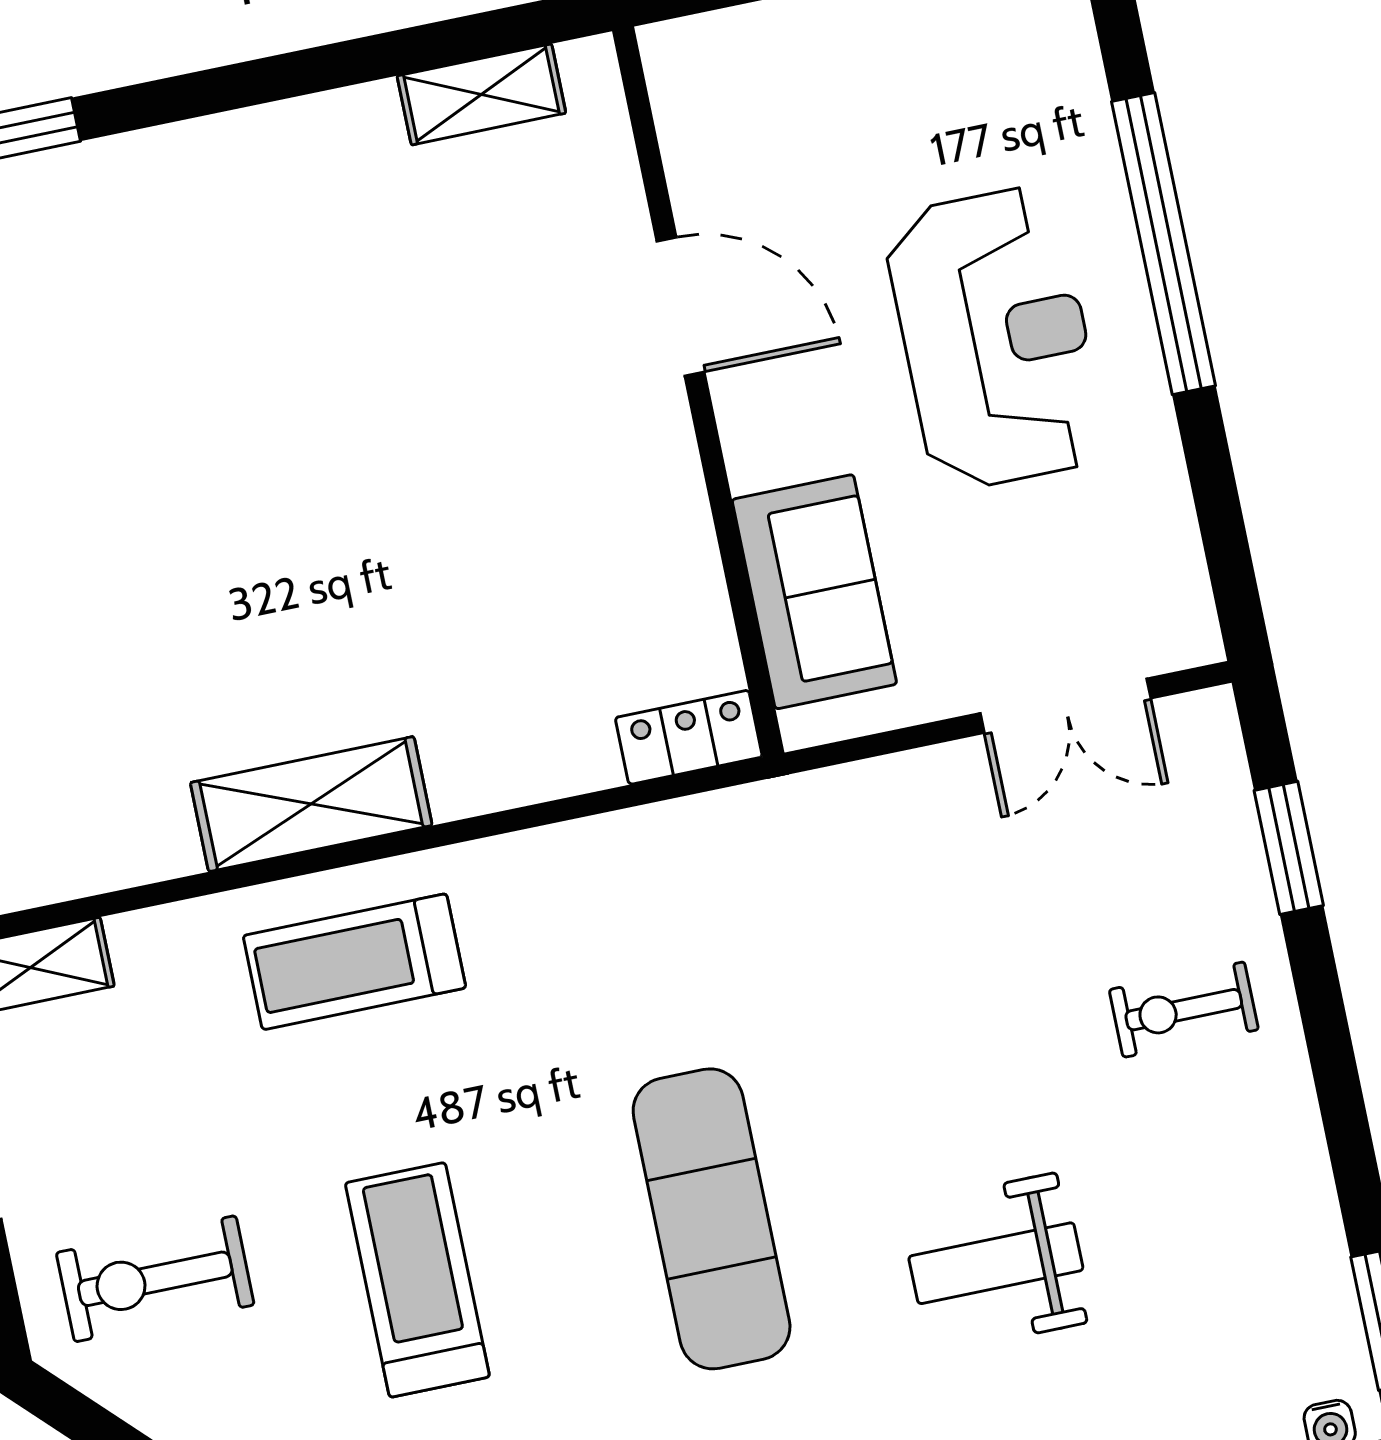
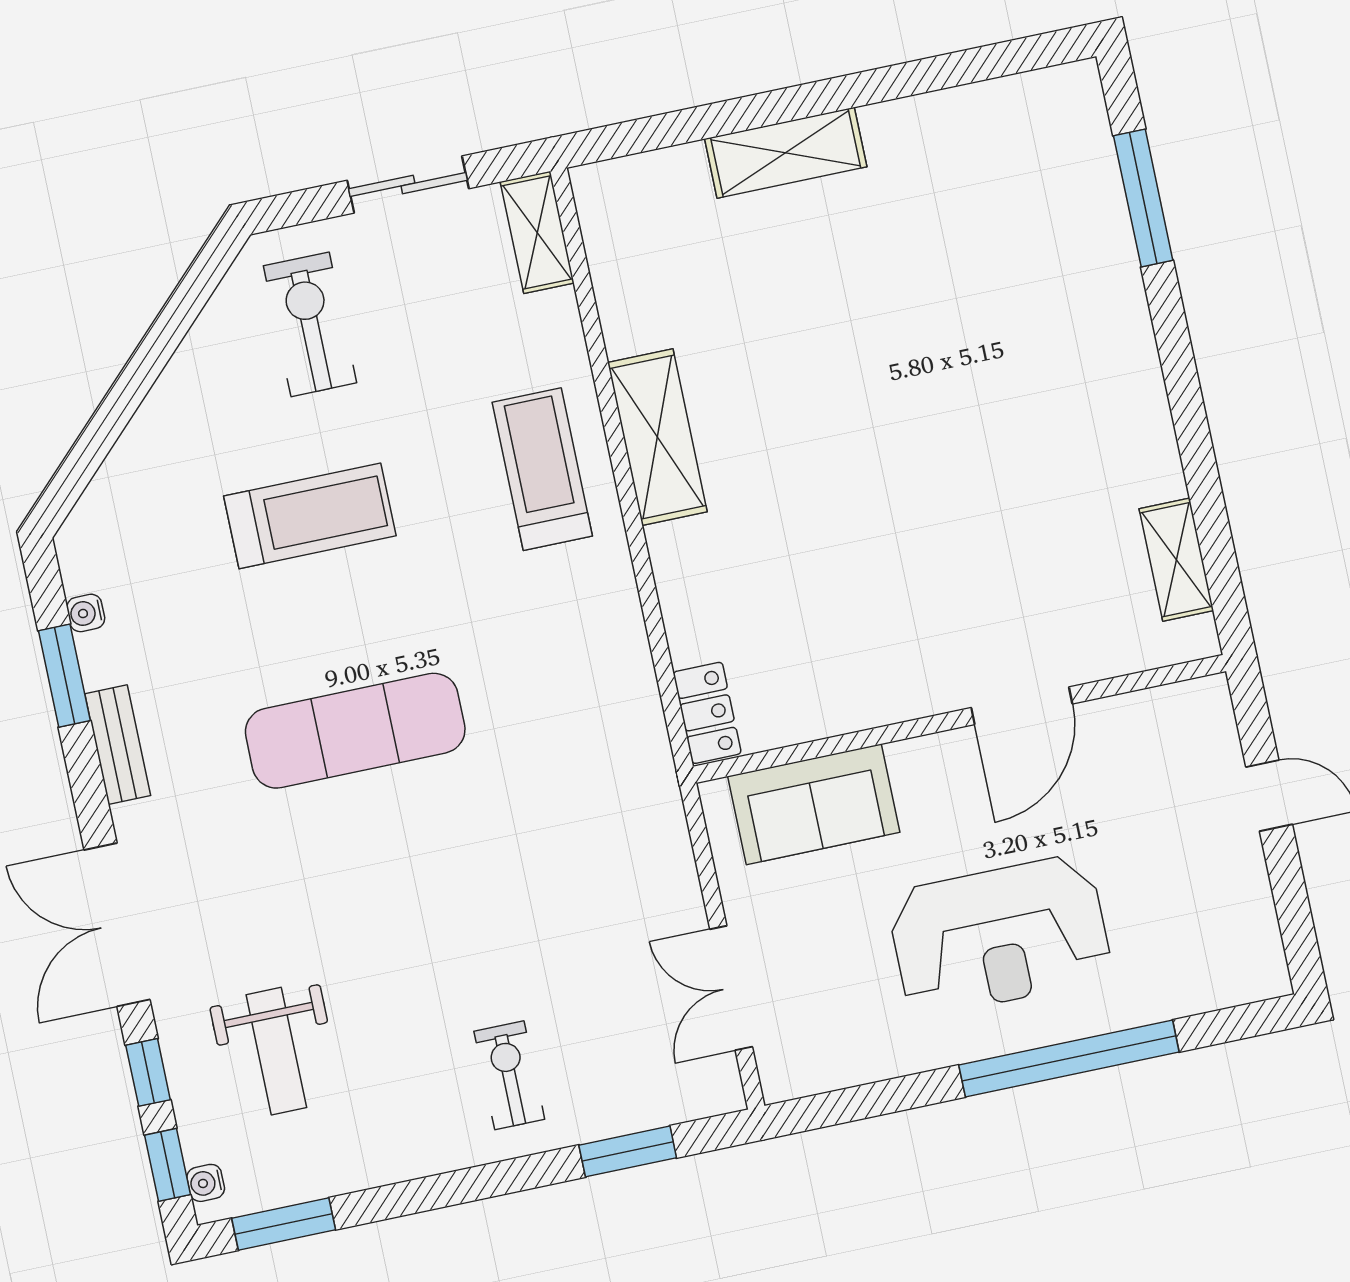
weight bench: (996, 1263) -> (276, 1051), moved, turned 180

